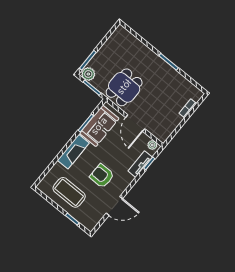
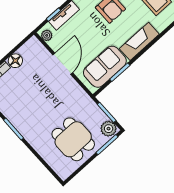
dining table: (124, 87) -> (73, 139), moved, turned 90
floor lamp: (176, 120) -> (15, 61), added

